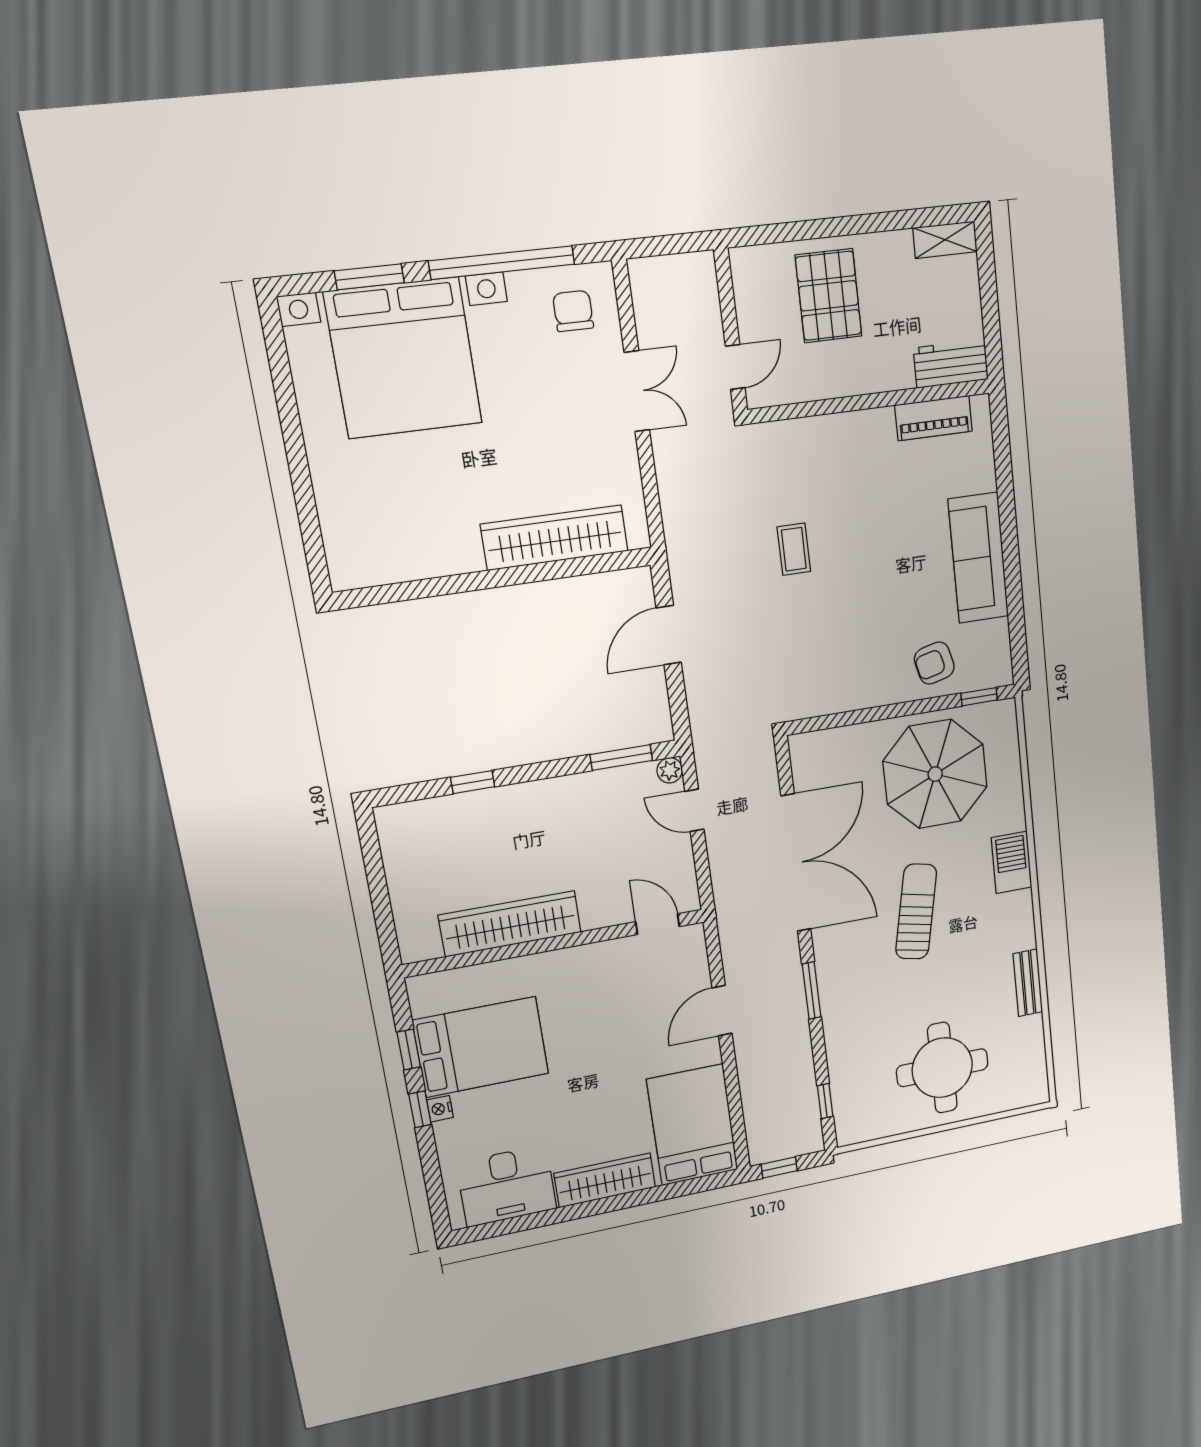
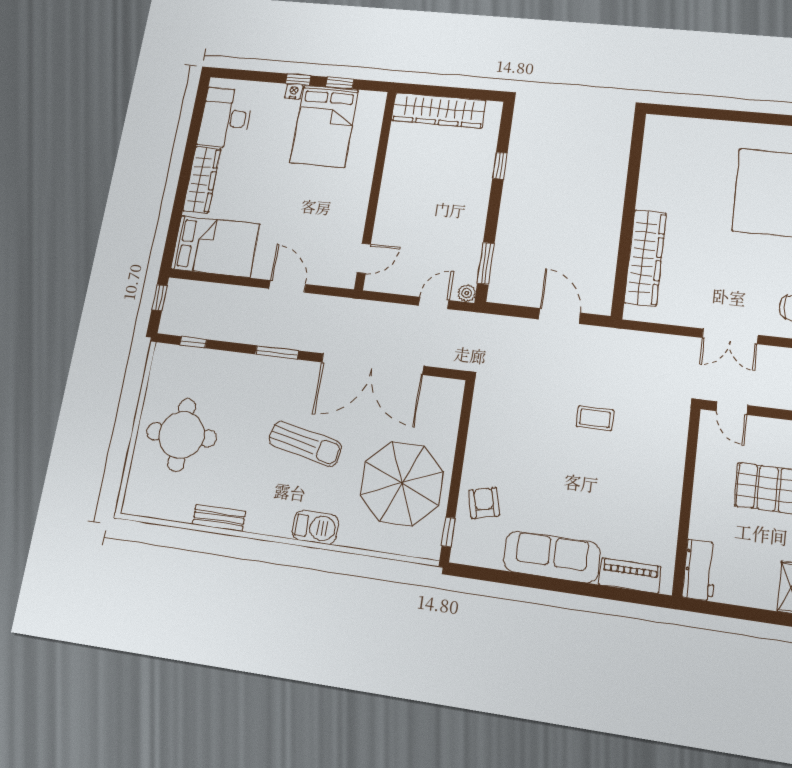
piano: (934, 418) -> (630, 576), moved, turned 90
wardrobe: (510, 924) -> (439, 110), moved, turned 90

